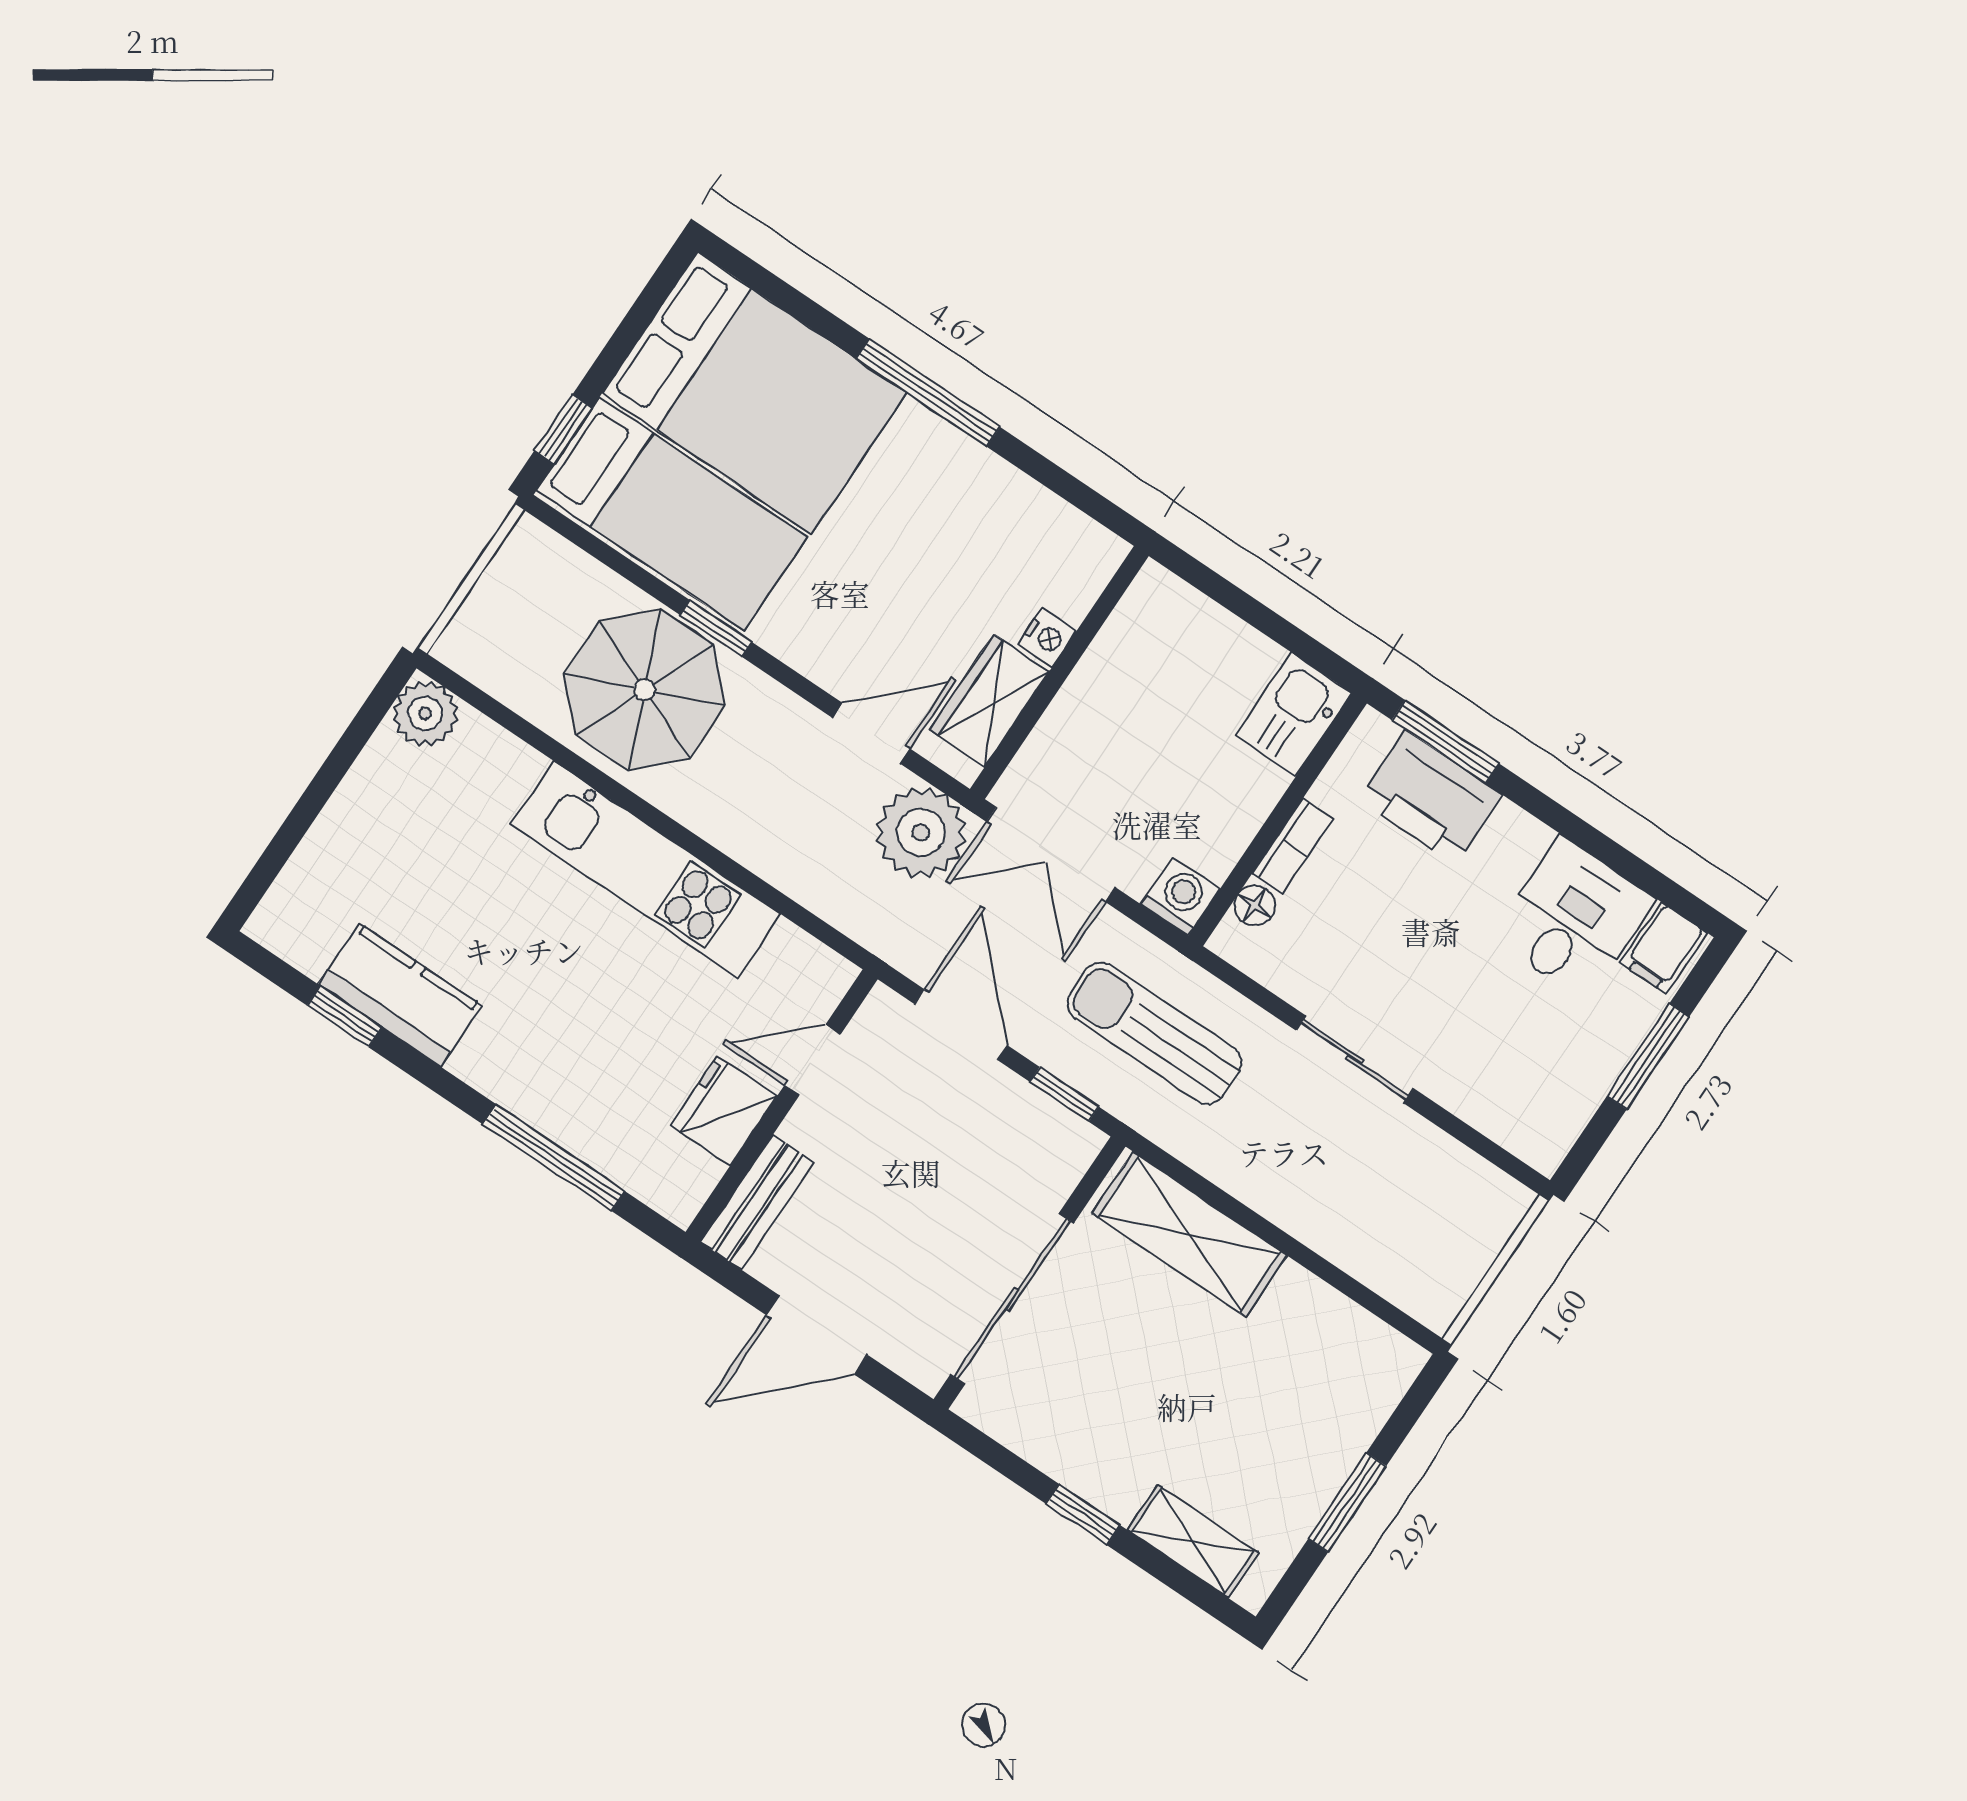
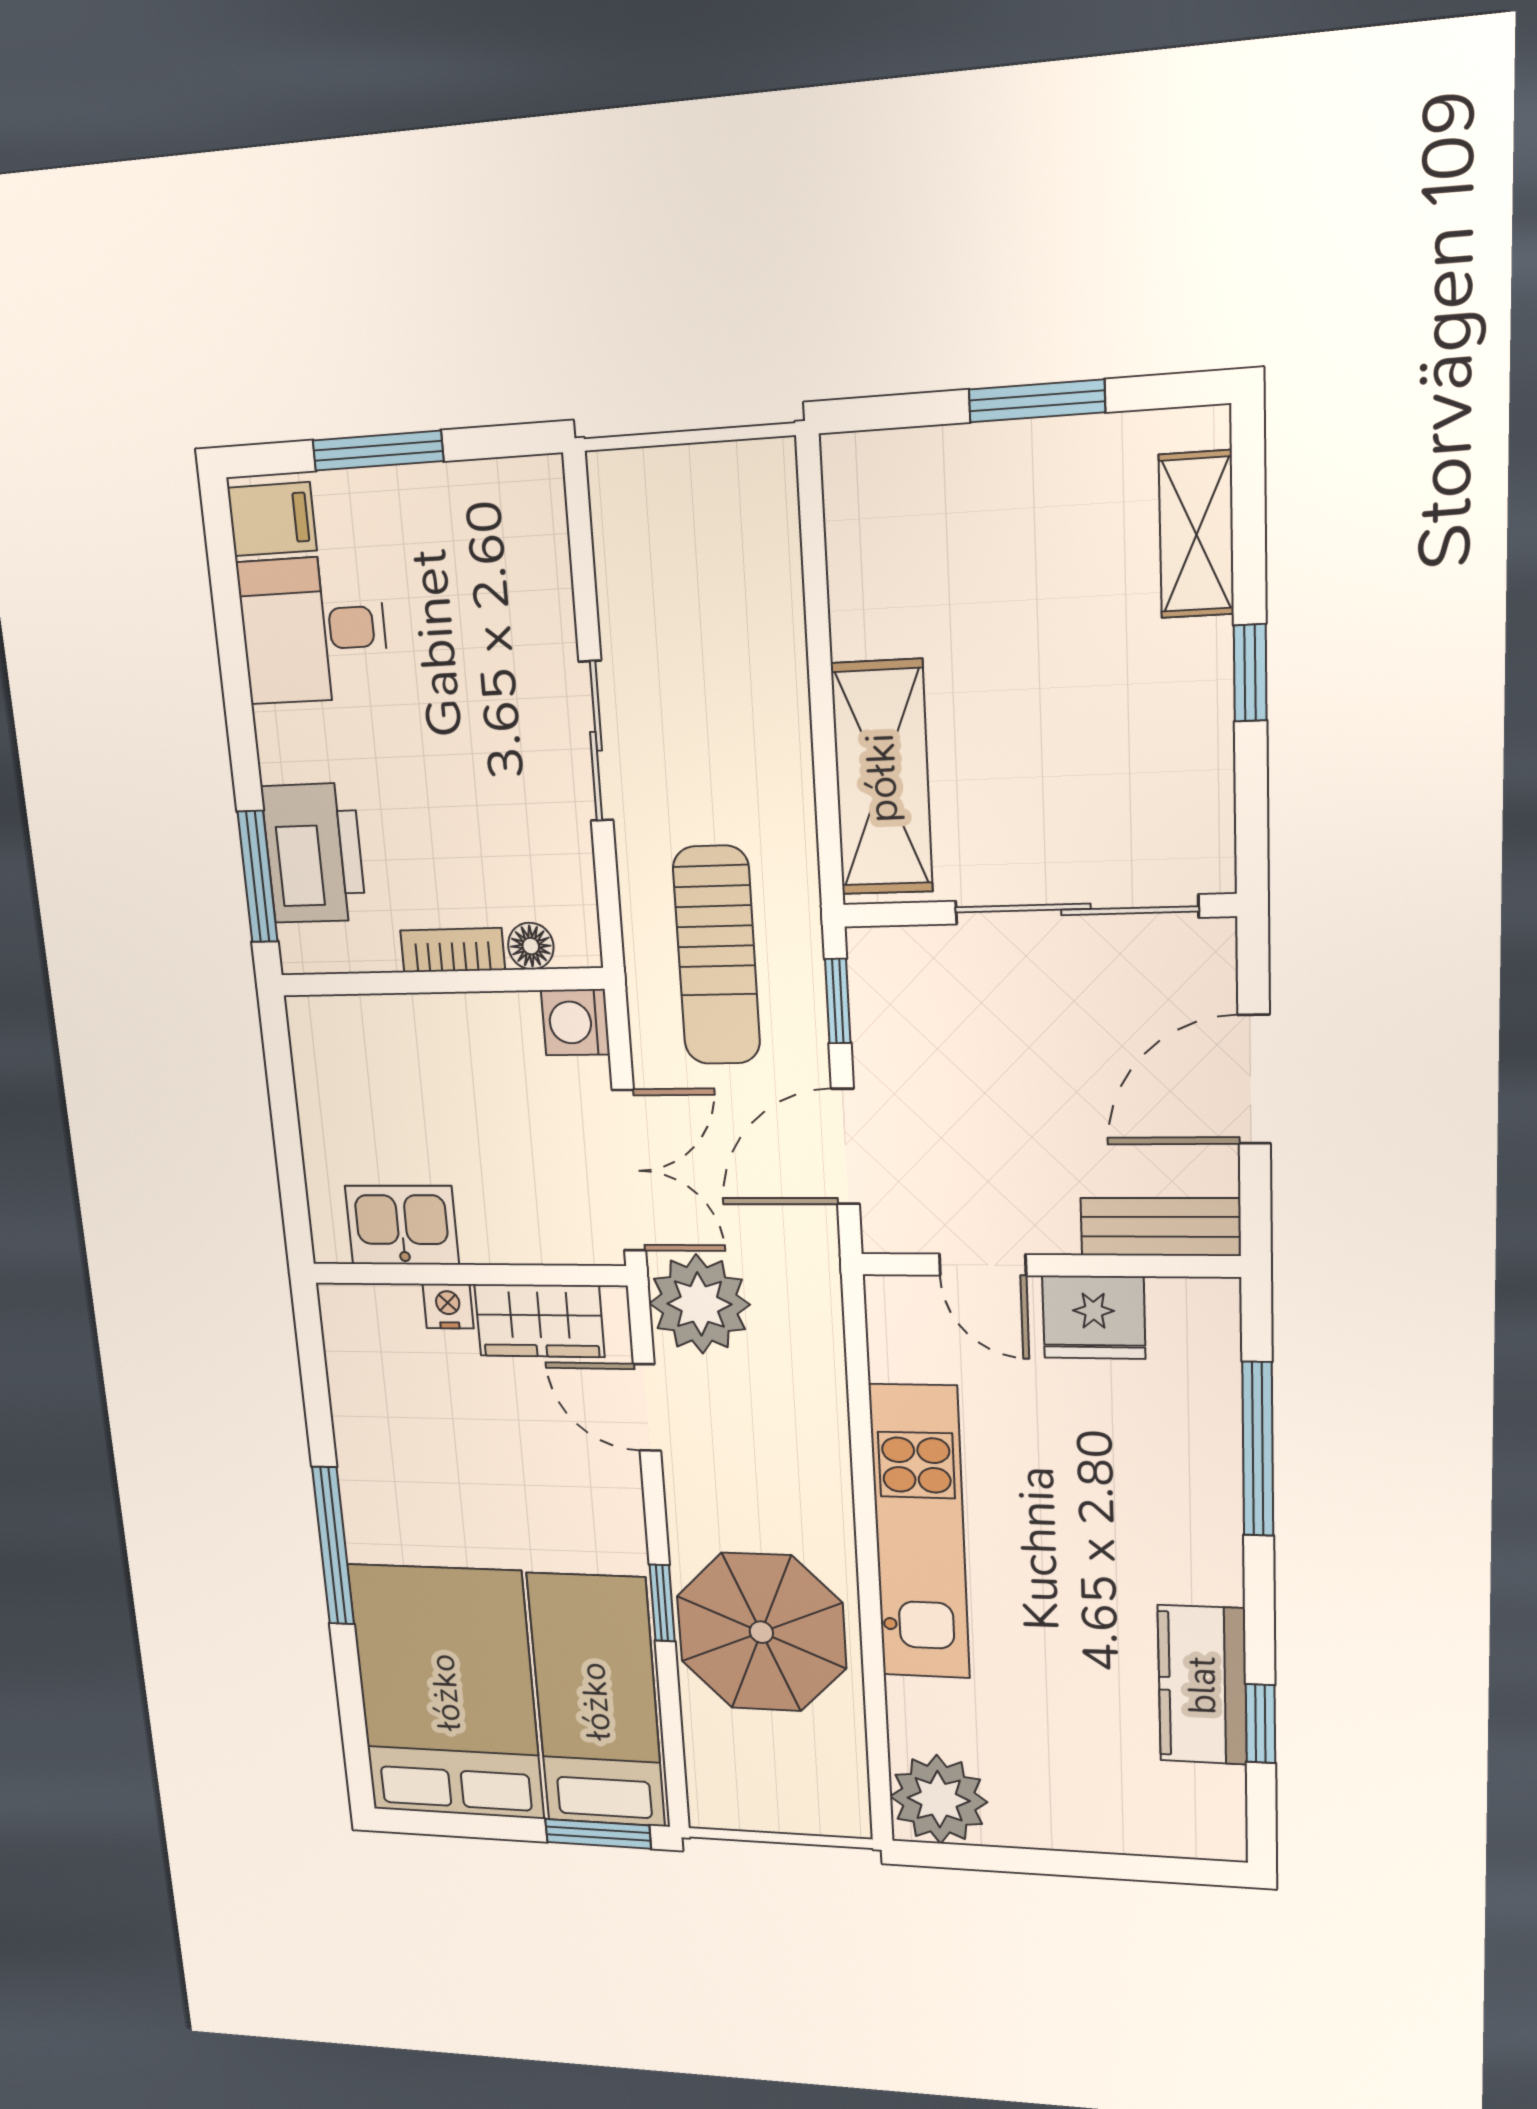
window: (563, 429) -> (598, 1834), width x1.50
plant: (425, 713) -> (939, 1799), width x1.36, depth x1.36
kitchen sink: (1294, 714) -> (402, 1225), moved, turned 180
door: (817, 1335) -> (1254, 1079), swing flipped

